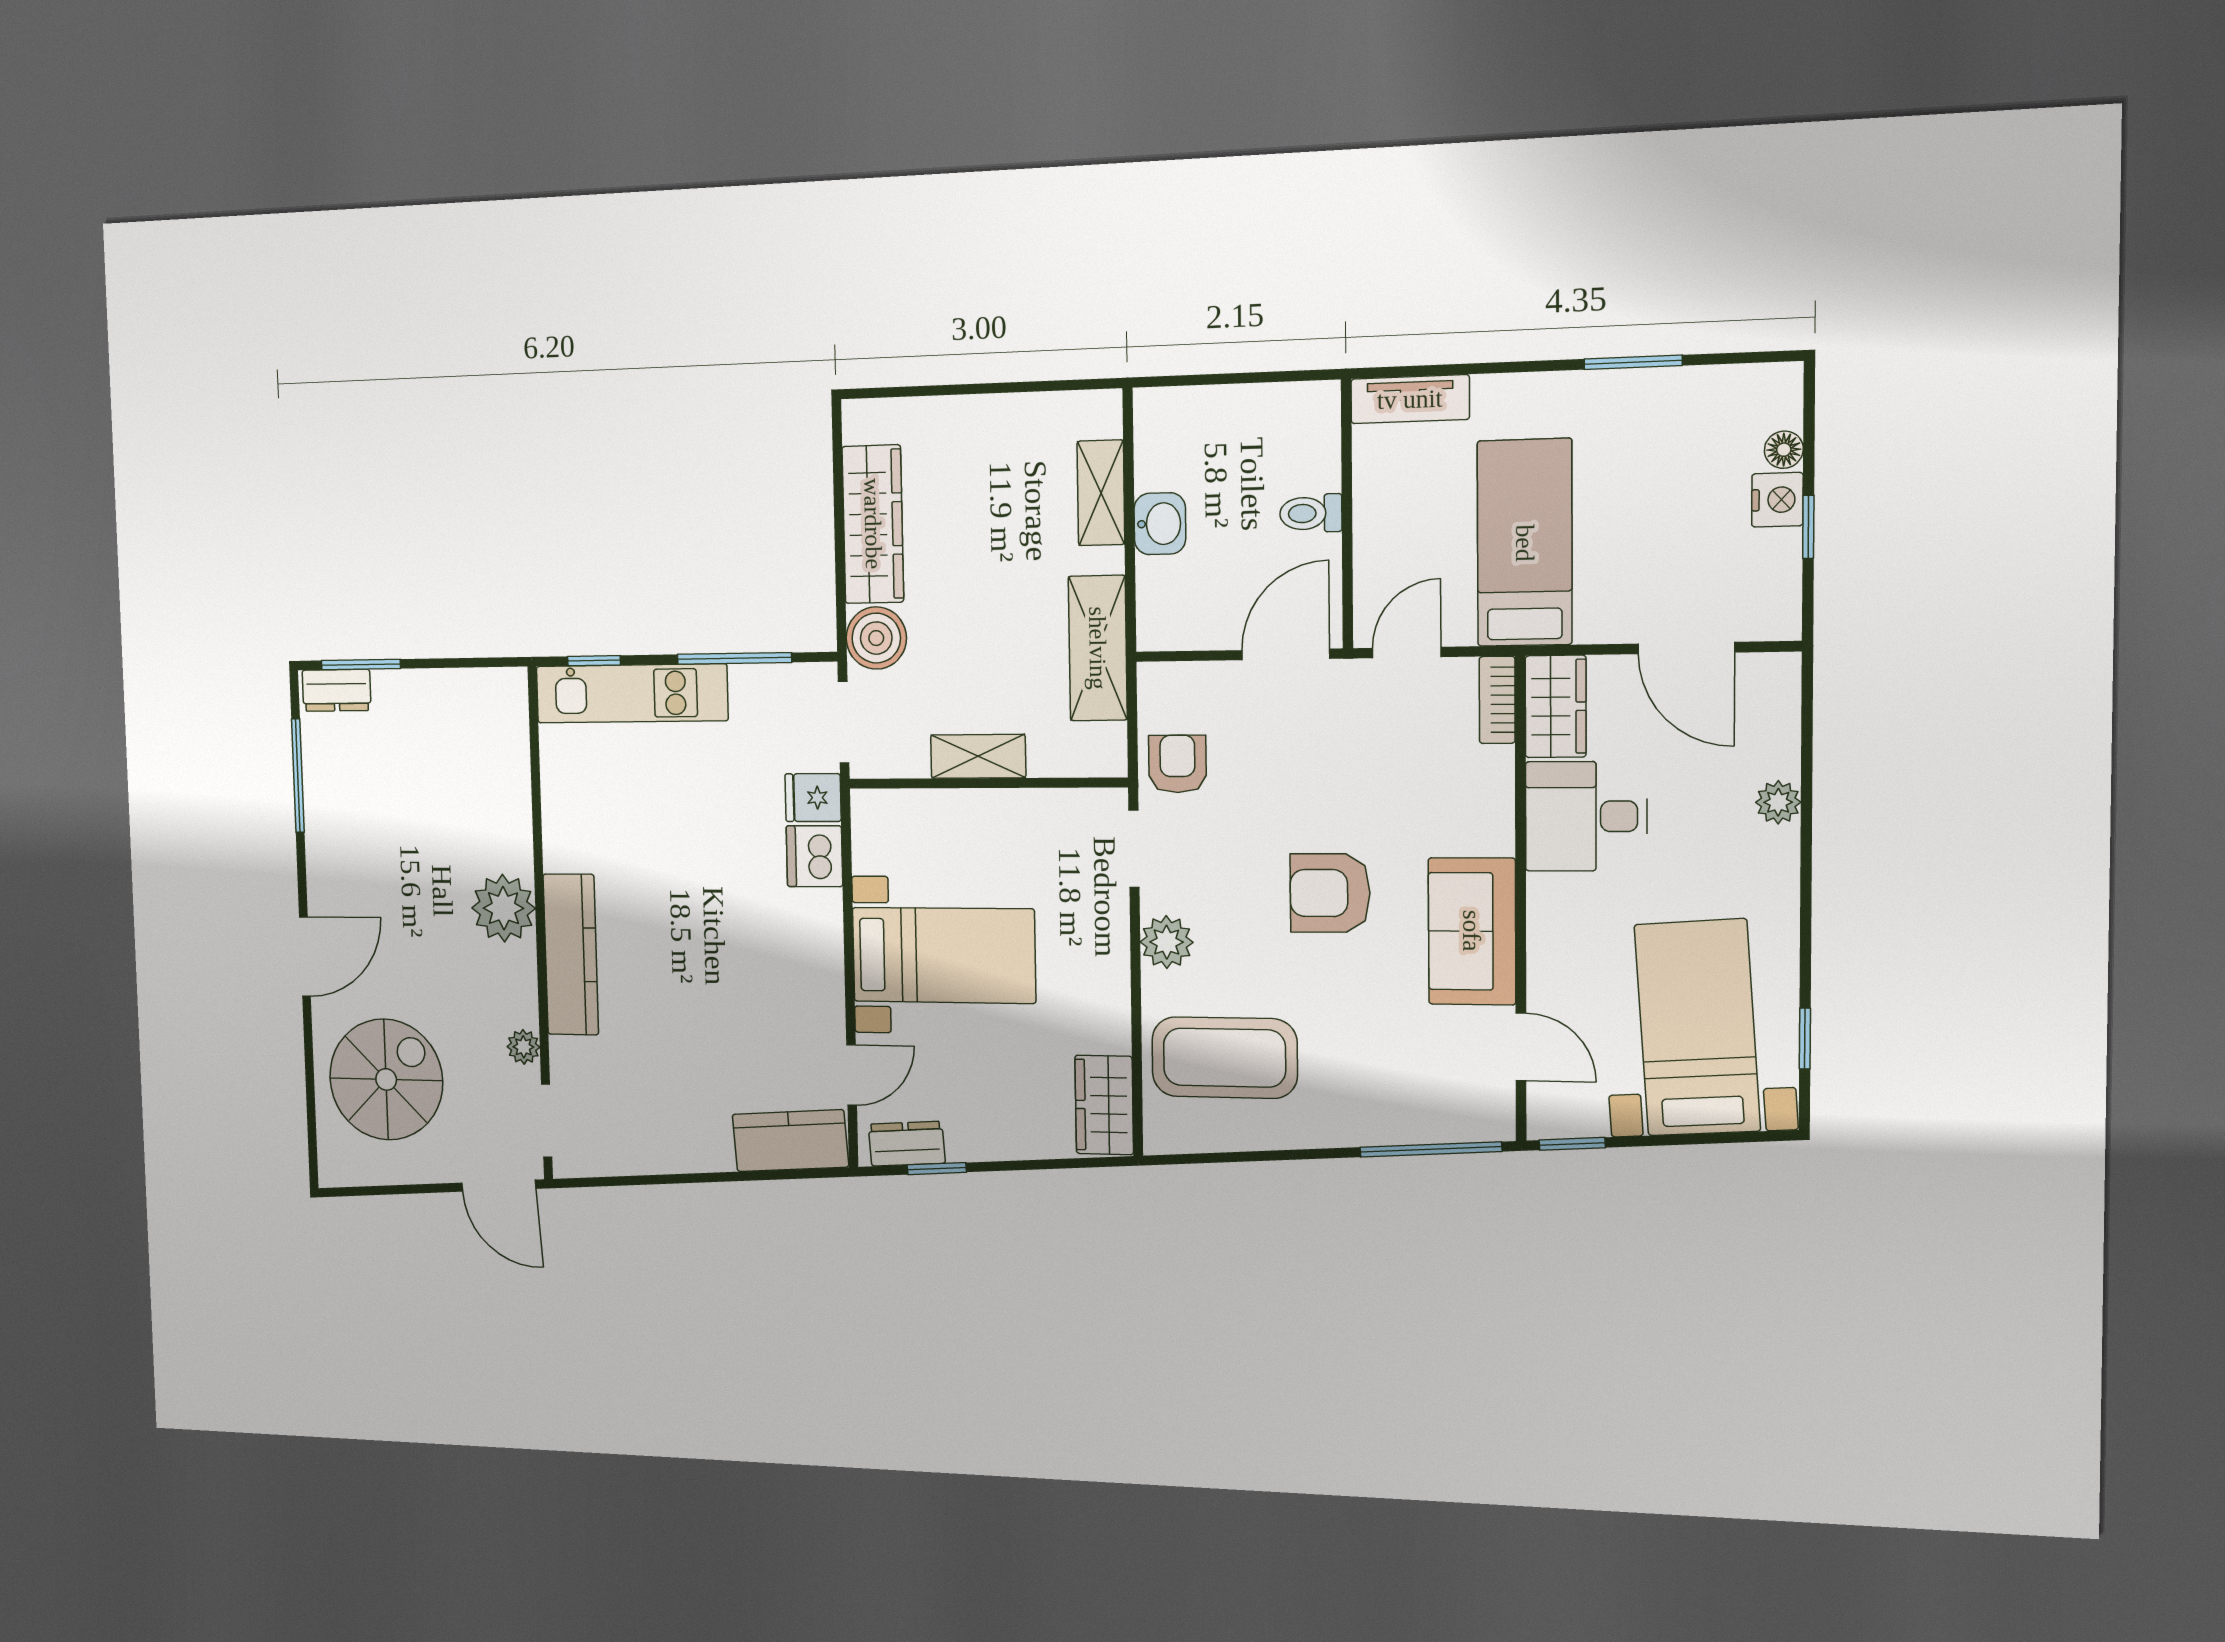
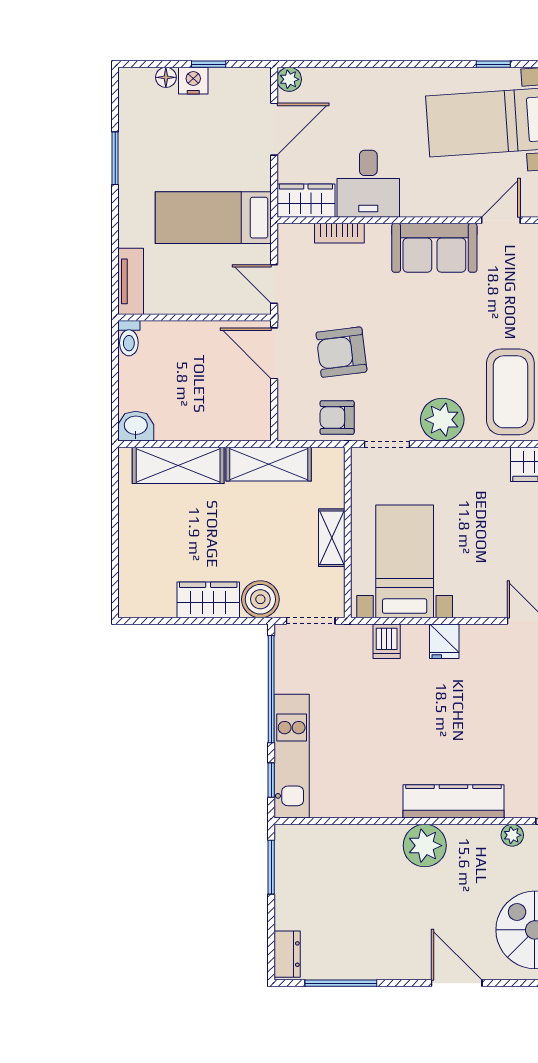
shelving: (1101, 493) -> (178, 465), width x1.50, depth x1.33
toilet: (1311, 513) -> (129, 338), moved
wardrobe: (873, 524) -> (208, 600), width x0.67
washbasin: (1160, 524) -> (136, 426), moved
window: (734, 658) -> (271, 689), width x1.46
window: (361, 665) -> (271, 867), moved
bookcase: (1497, 700) -> (339, 233), moved
fridge: (813, 798) -> (444, 641), moved
plant: (1778, 802) -> (289, 79), moved
dishwasher: (814, 856) -> (387, 641), width x0.73
armchair: (1330, 893) -> (341, 352), moved, turned 83
plant: (1167, 942) -> (442, 420), width x1.36, depth x1.36
bed with nightstands: (944, 955) -> (405, 561), moved

